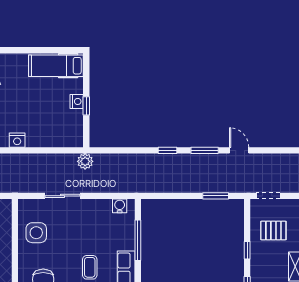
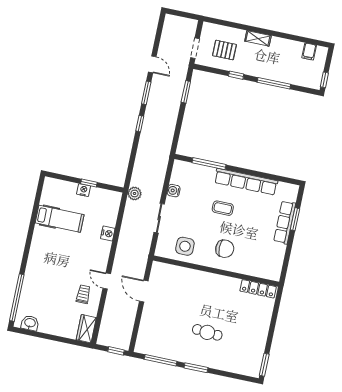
hospital bed: (56, 66) -> (60, 219), moved, turned -90
nightstand: (17, 140) -> (108, 233), moved
door: (239, 150) -> (152, 64), swing flipped
water cooler: (120, 206) -> (174, 191), moved
pallet: (273, 231) -> (224, 50), turned 90

